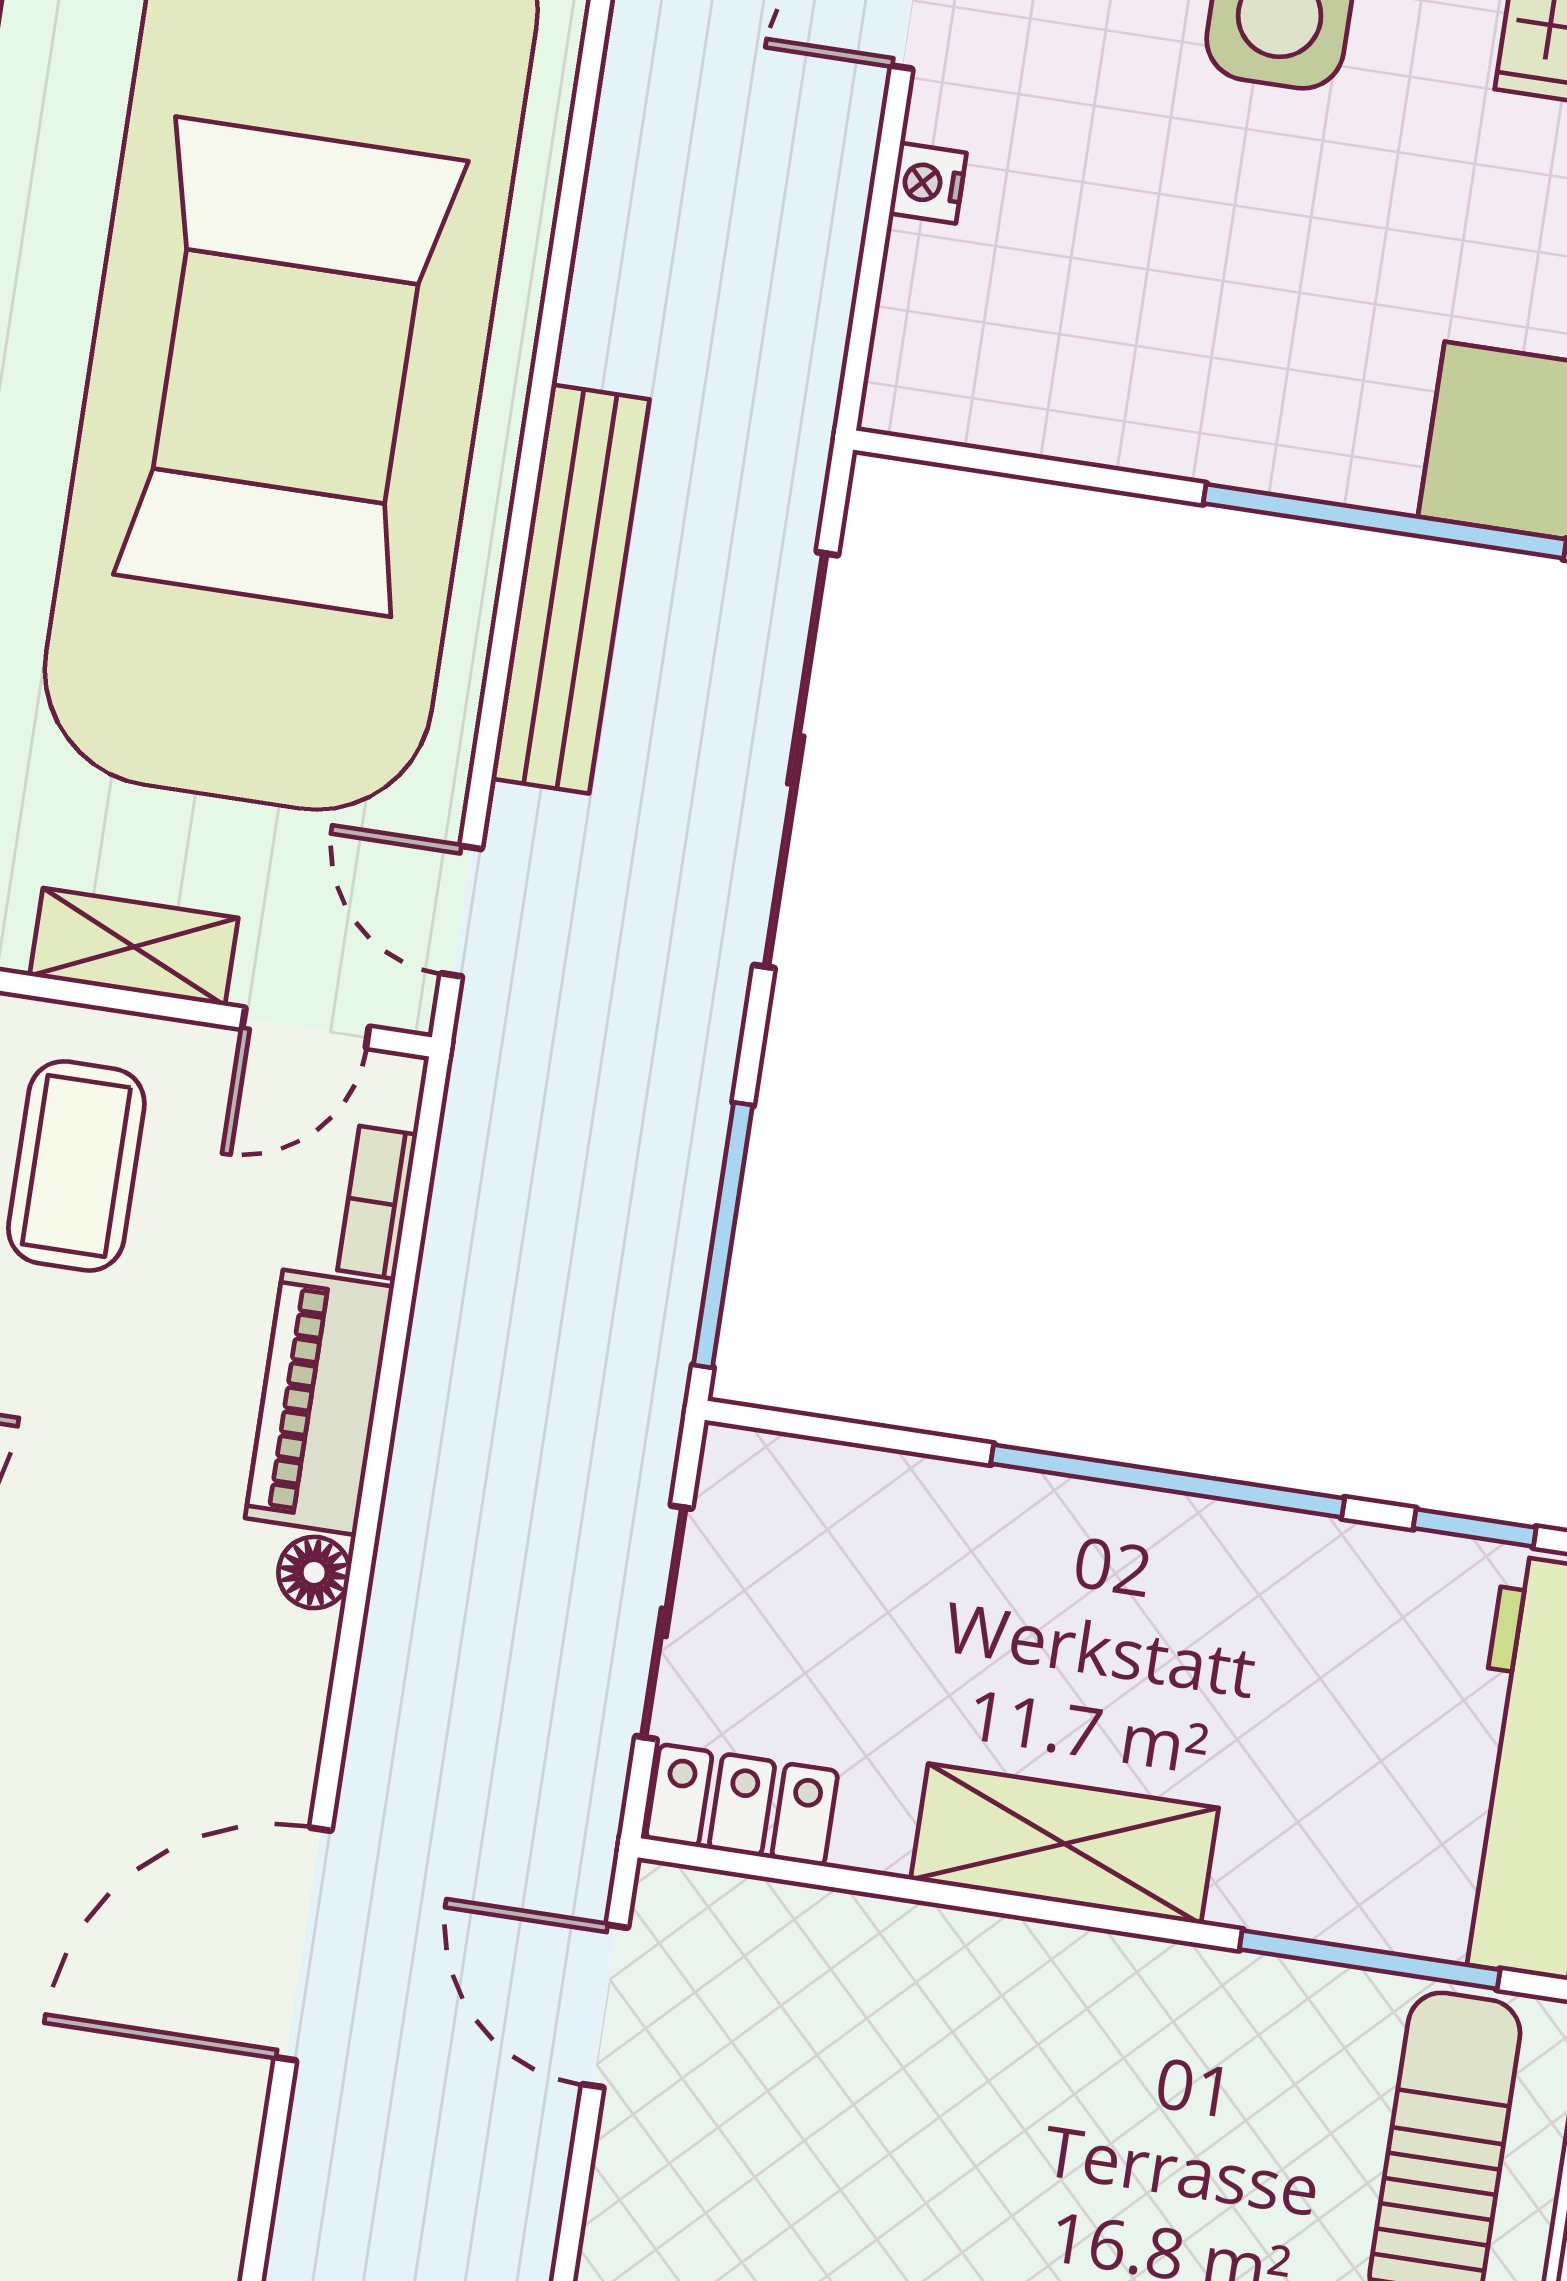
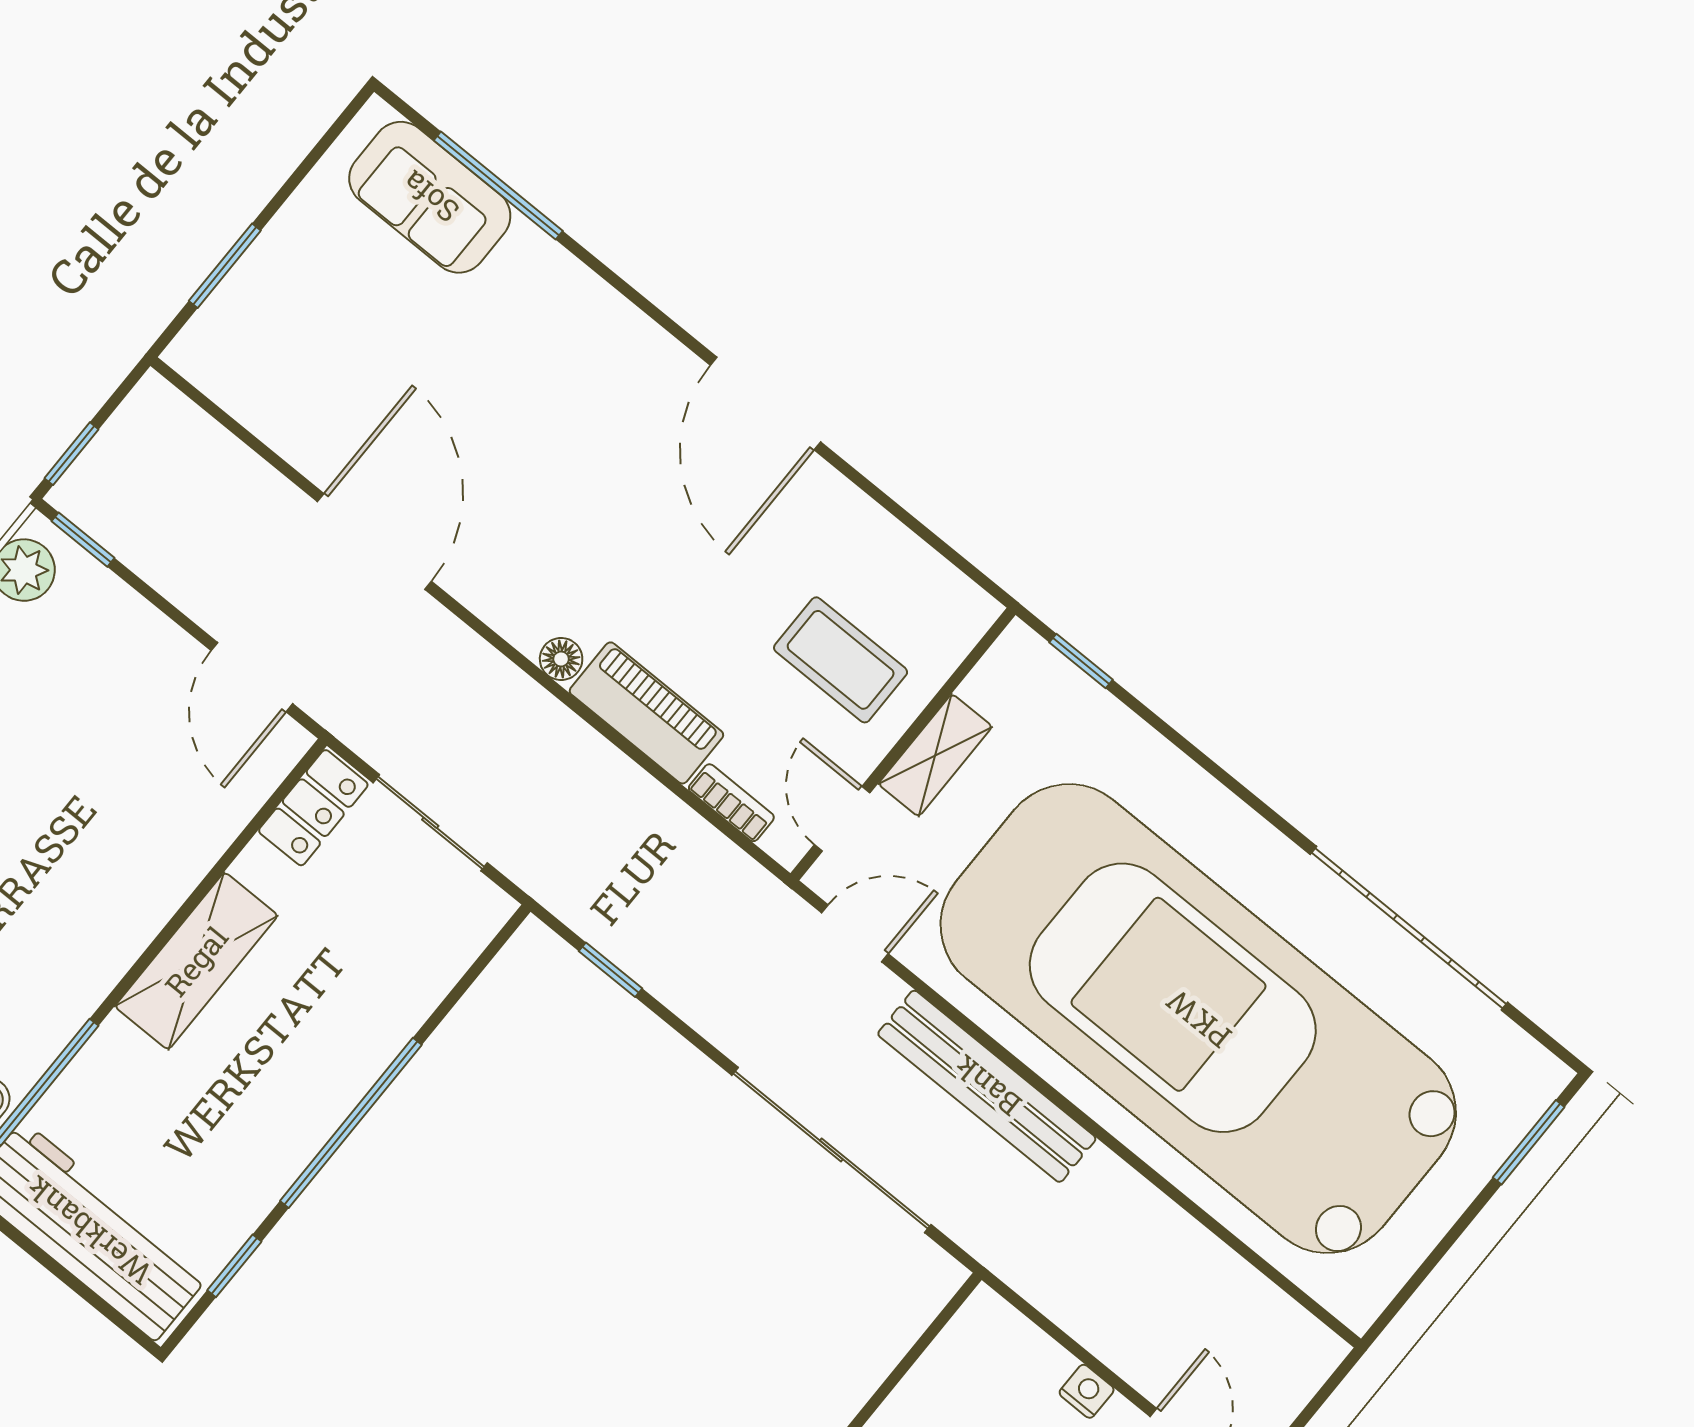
window: (723, 1235) -> (610, 970), width x0.46
door: (605, 2006) -> (252, 677), swing flipped

